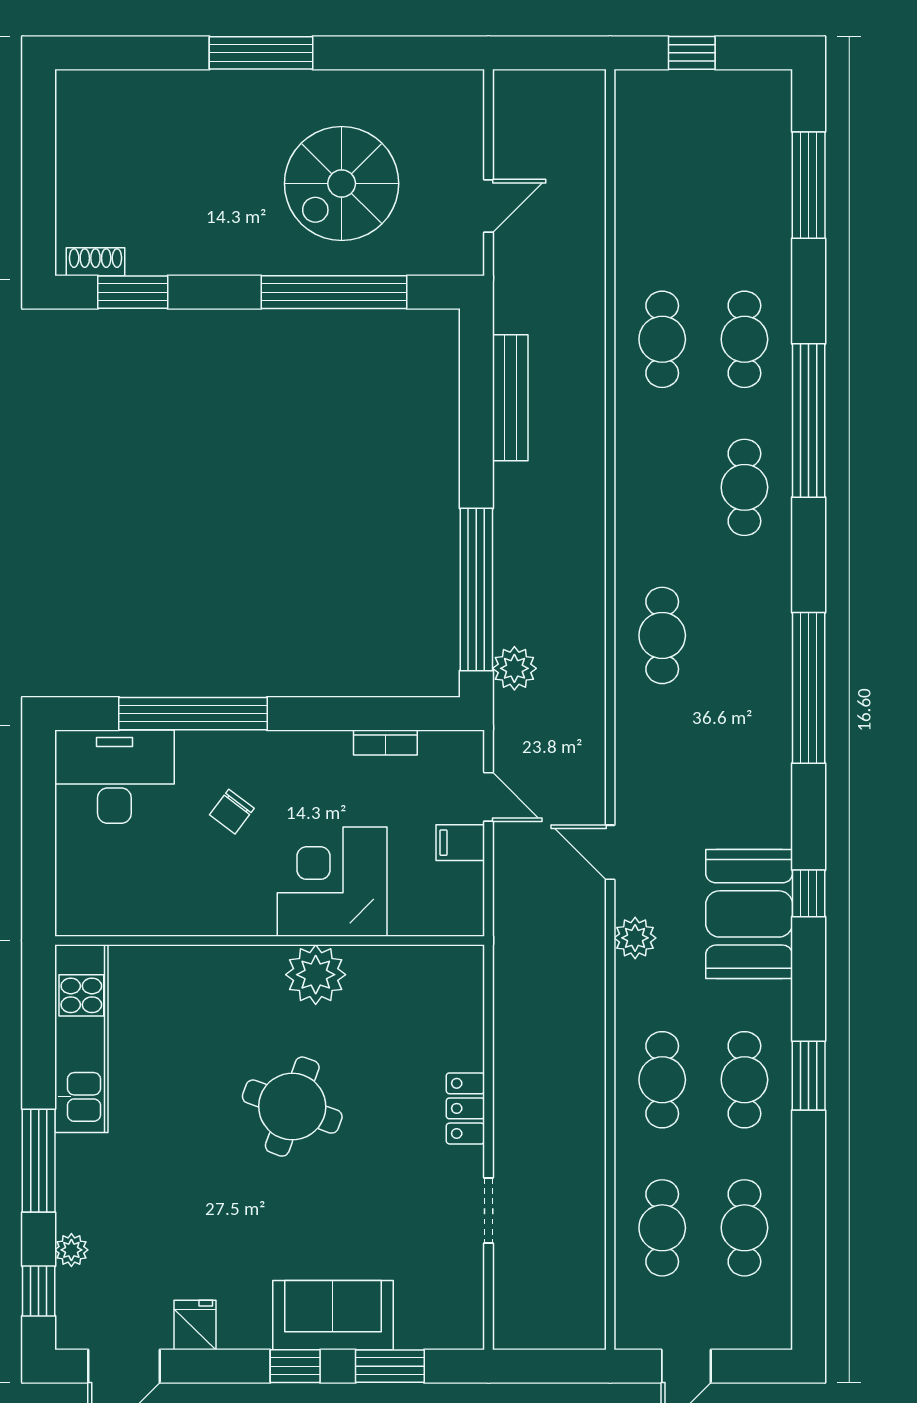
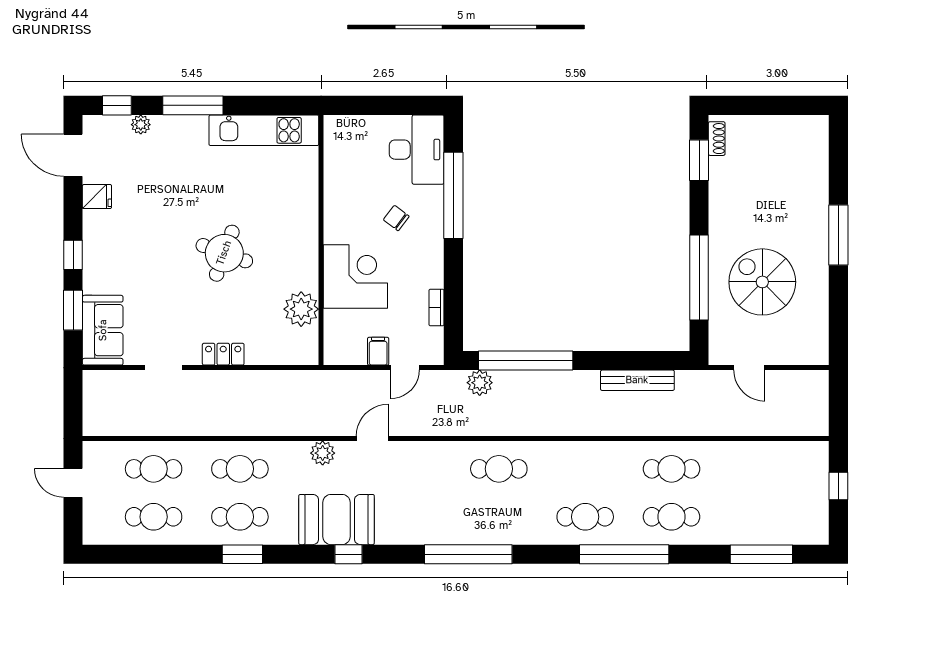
plant: (316, 975) -> (301, 309), moved
sofa: (333, 1315) -> (103, 330), moved

